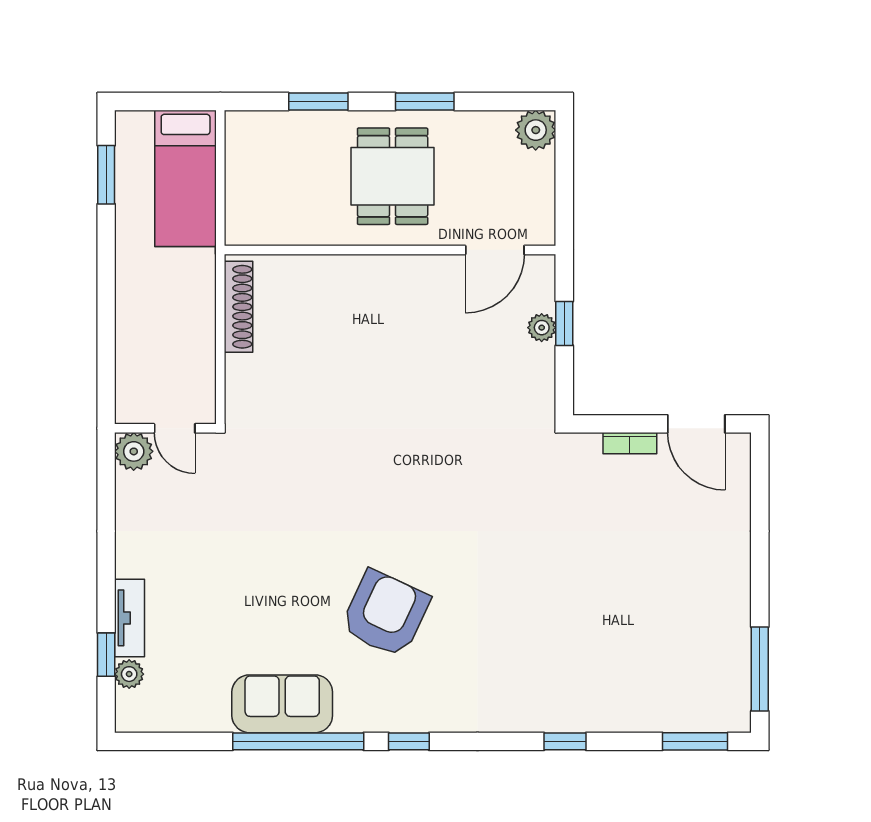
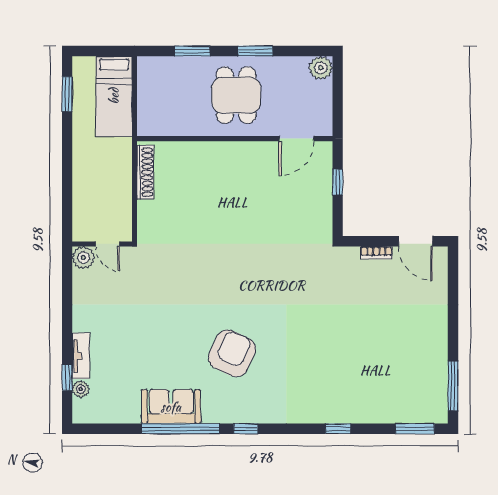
plant: (542, 328) -> (324, 184), removed

